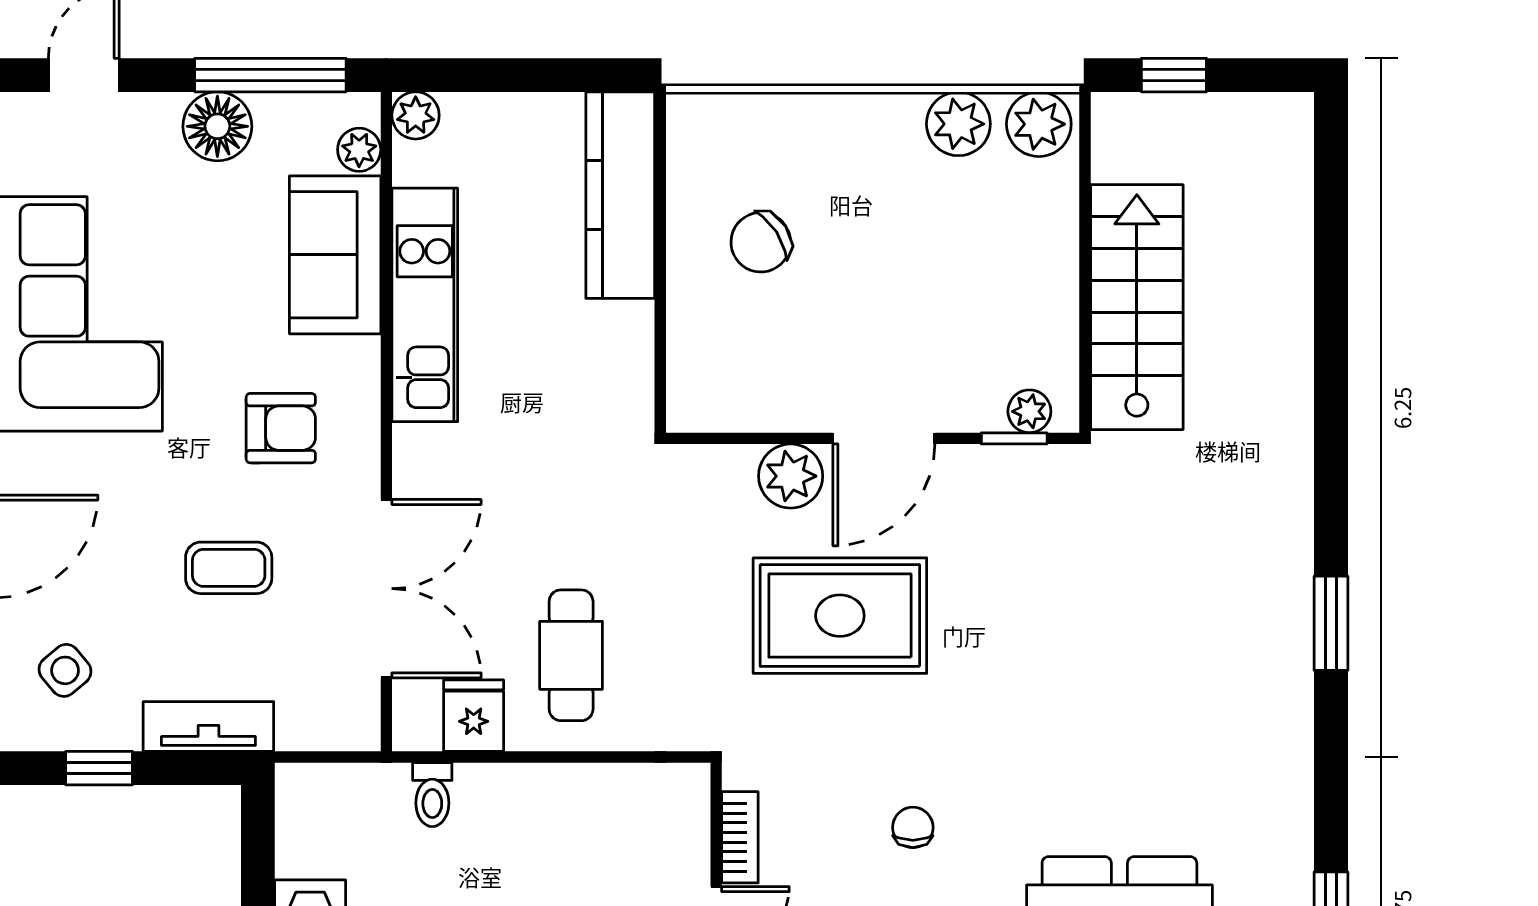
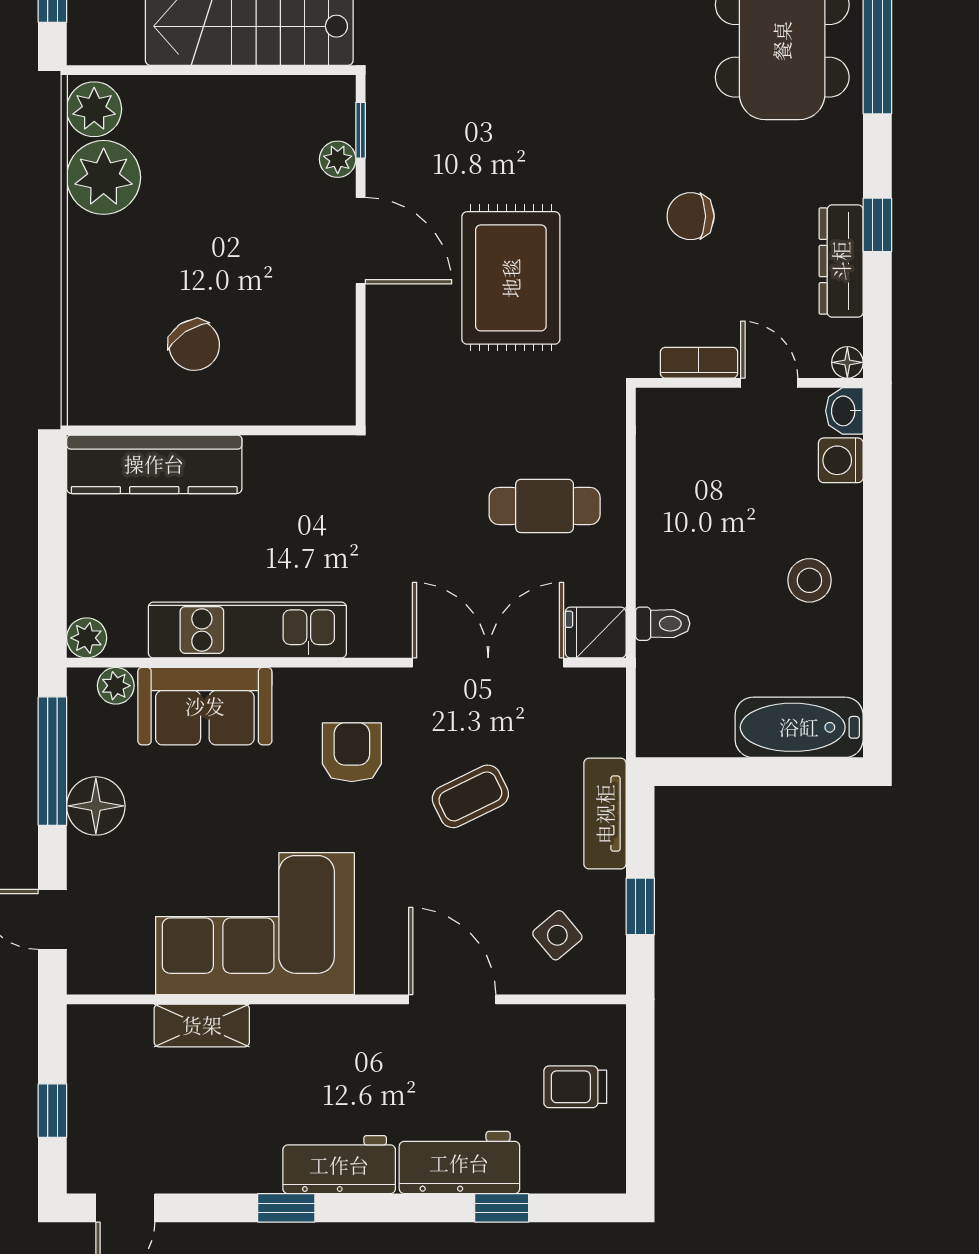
plant: (958, 124) -> (104, 177), width x1.36, depth x1.36
plant: (1029, 411) -> (338, 159), moved
plant: (791, 476) -> (392, 320), removed
coffee table: (229, 568) -> (470, 796), turned 64
fridge: (474, 716) -> (596, 632), moved
chair: (913, 827) -> (691, 216), width x1.37, depth x1.37

